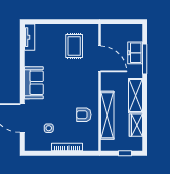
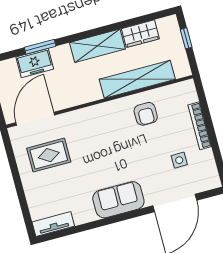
door: (100, 59) -> (35, 119), moved
window: (145, 59) -> (40, 47), width x0.69

